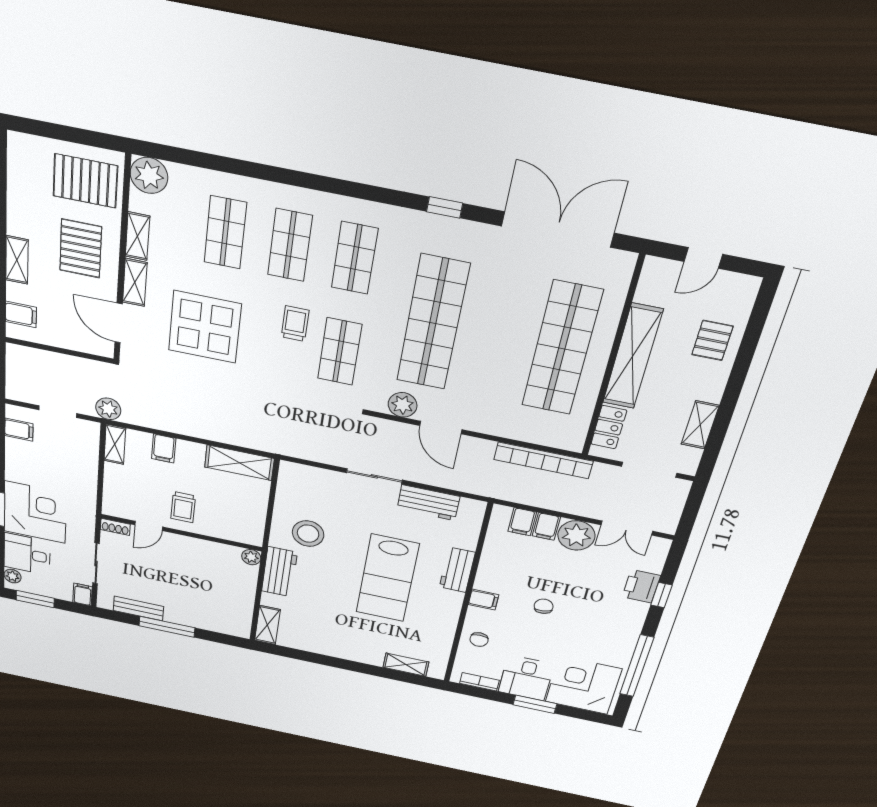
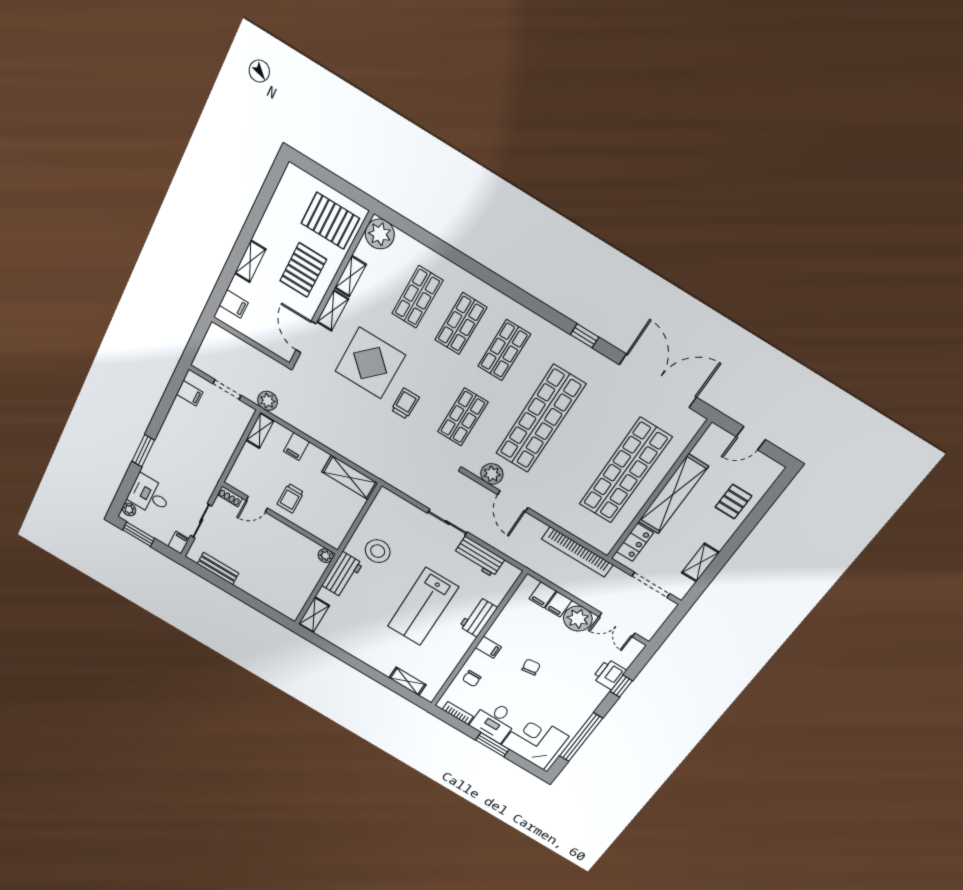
trolley: (295, 324) -> (405, 403), moved
corner desk: (35, 512) -> (172, 463), removed
window: (167, 627) -> (234, 591), removed

